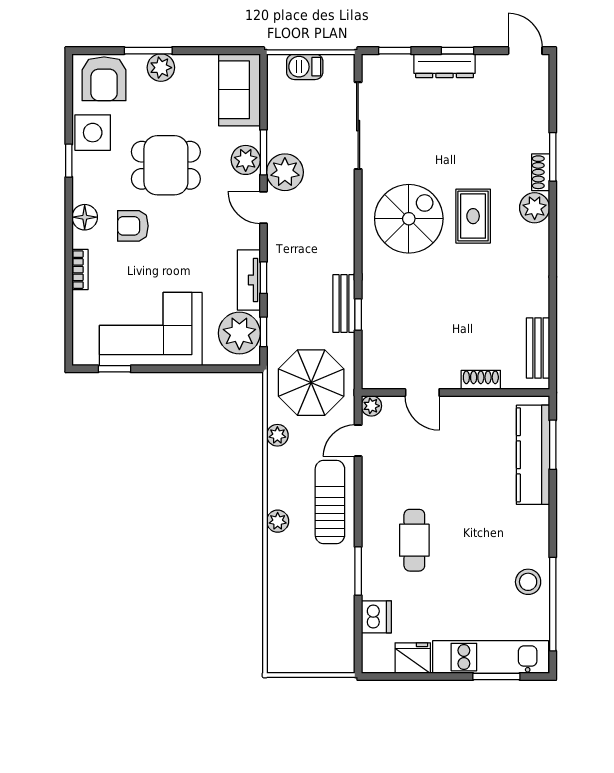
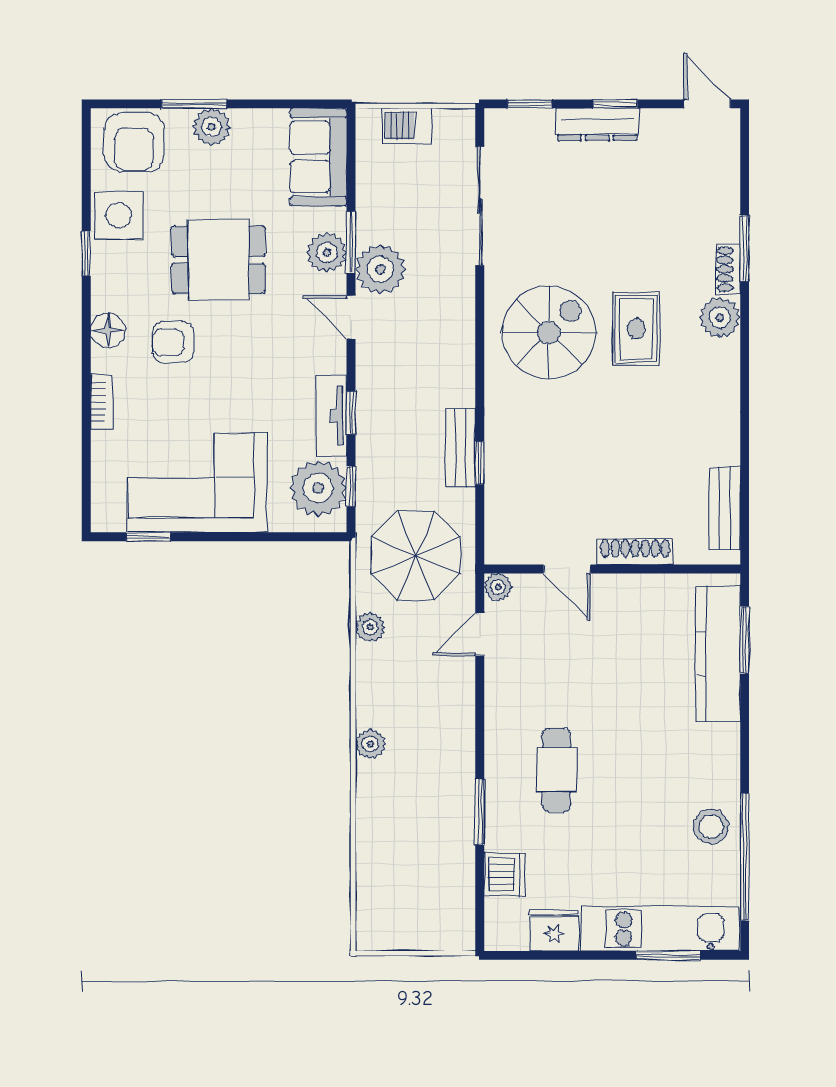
shoe rack: (481, 380) -> (635, 552), width x1.43
sun lounger: (330, 502) -> (441, 718), removed

